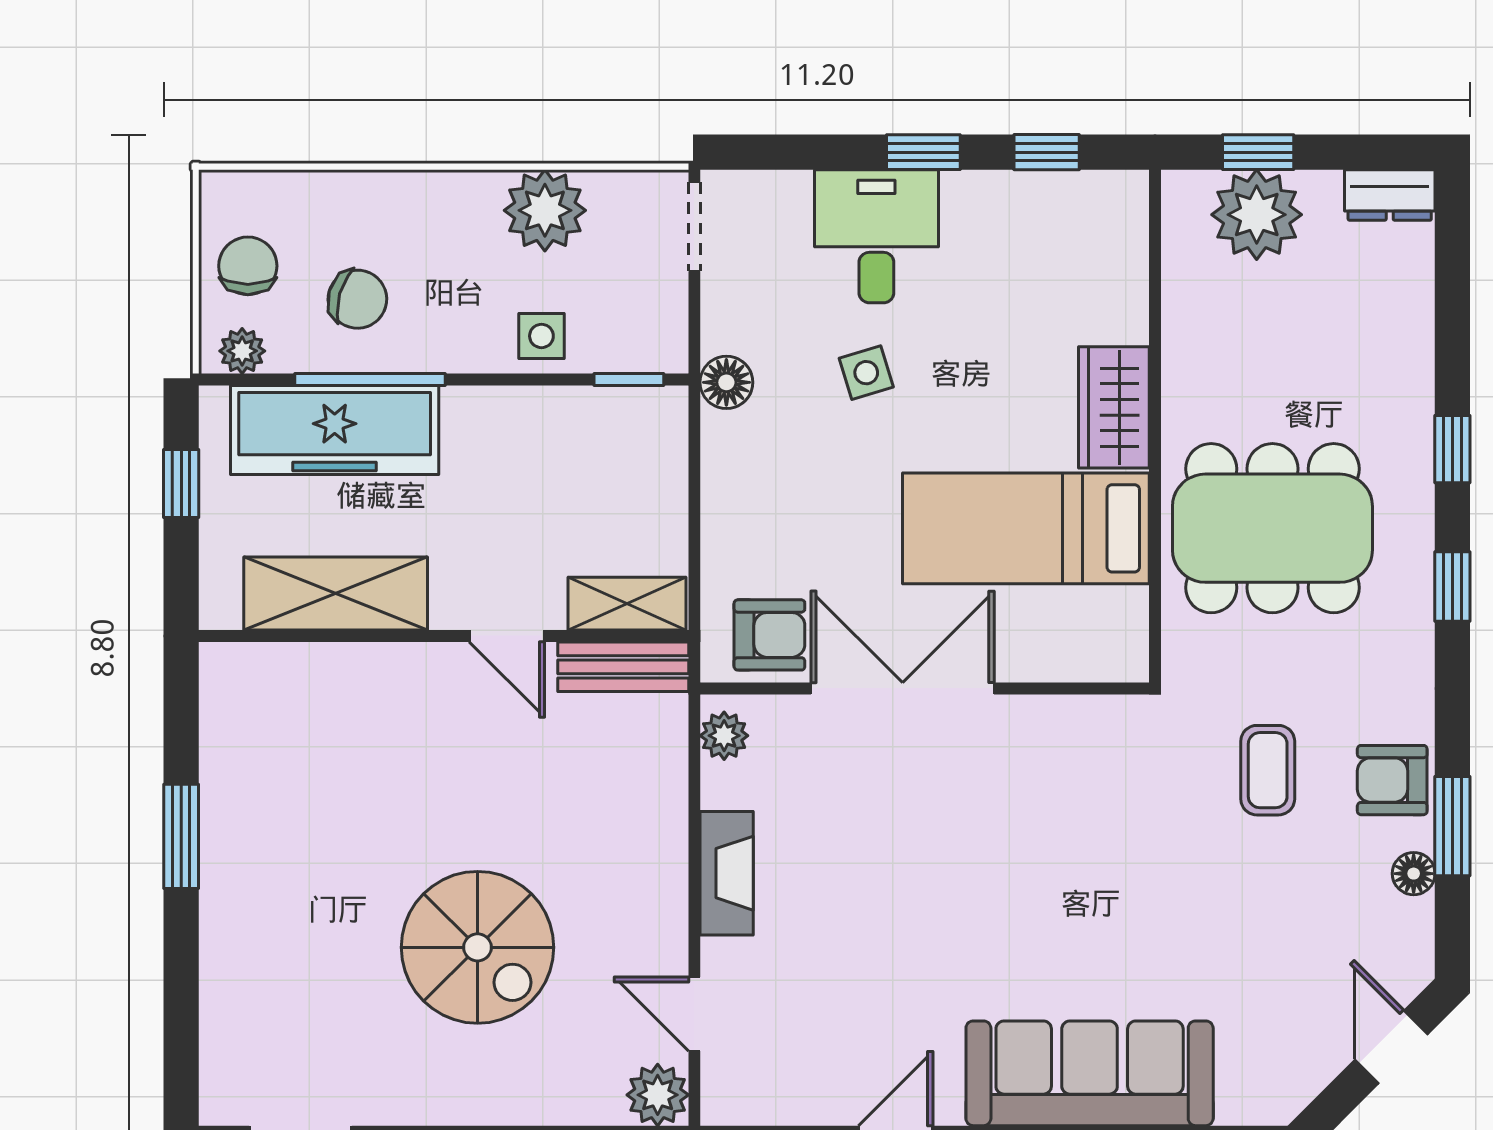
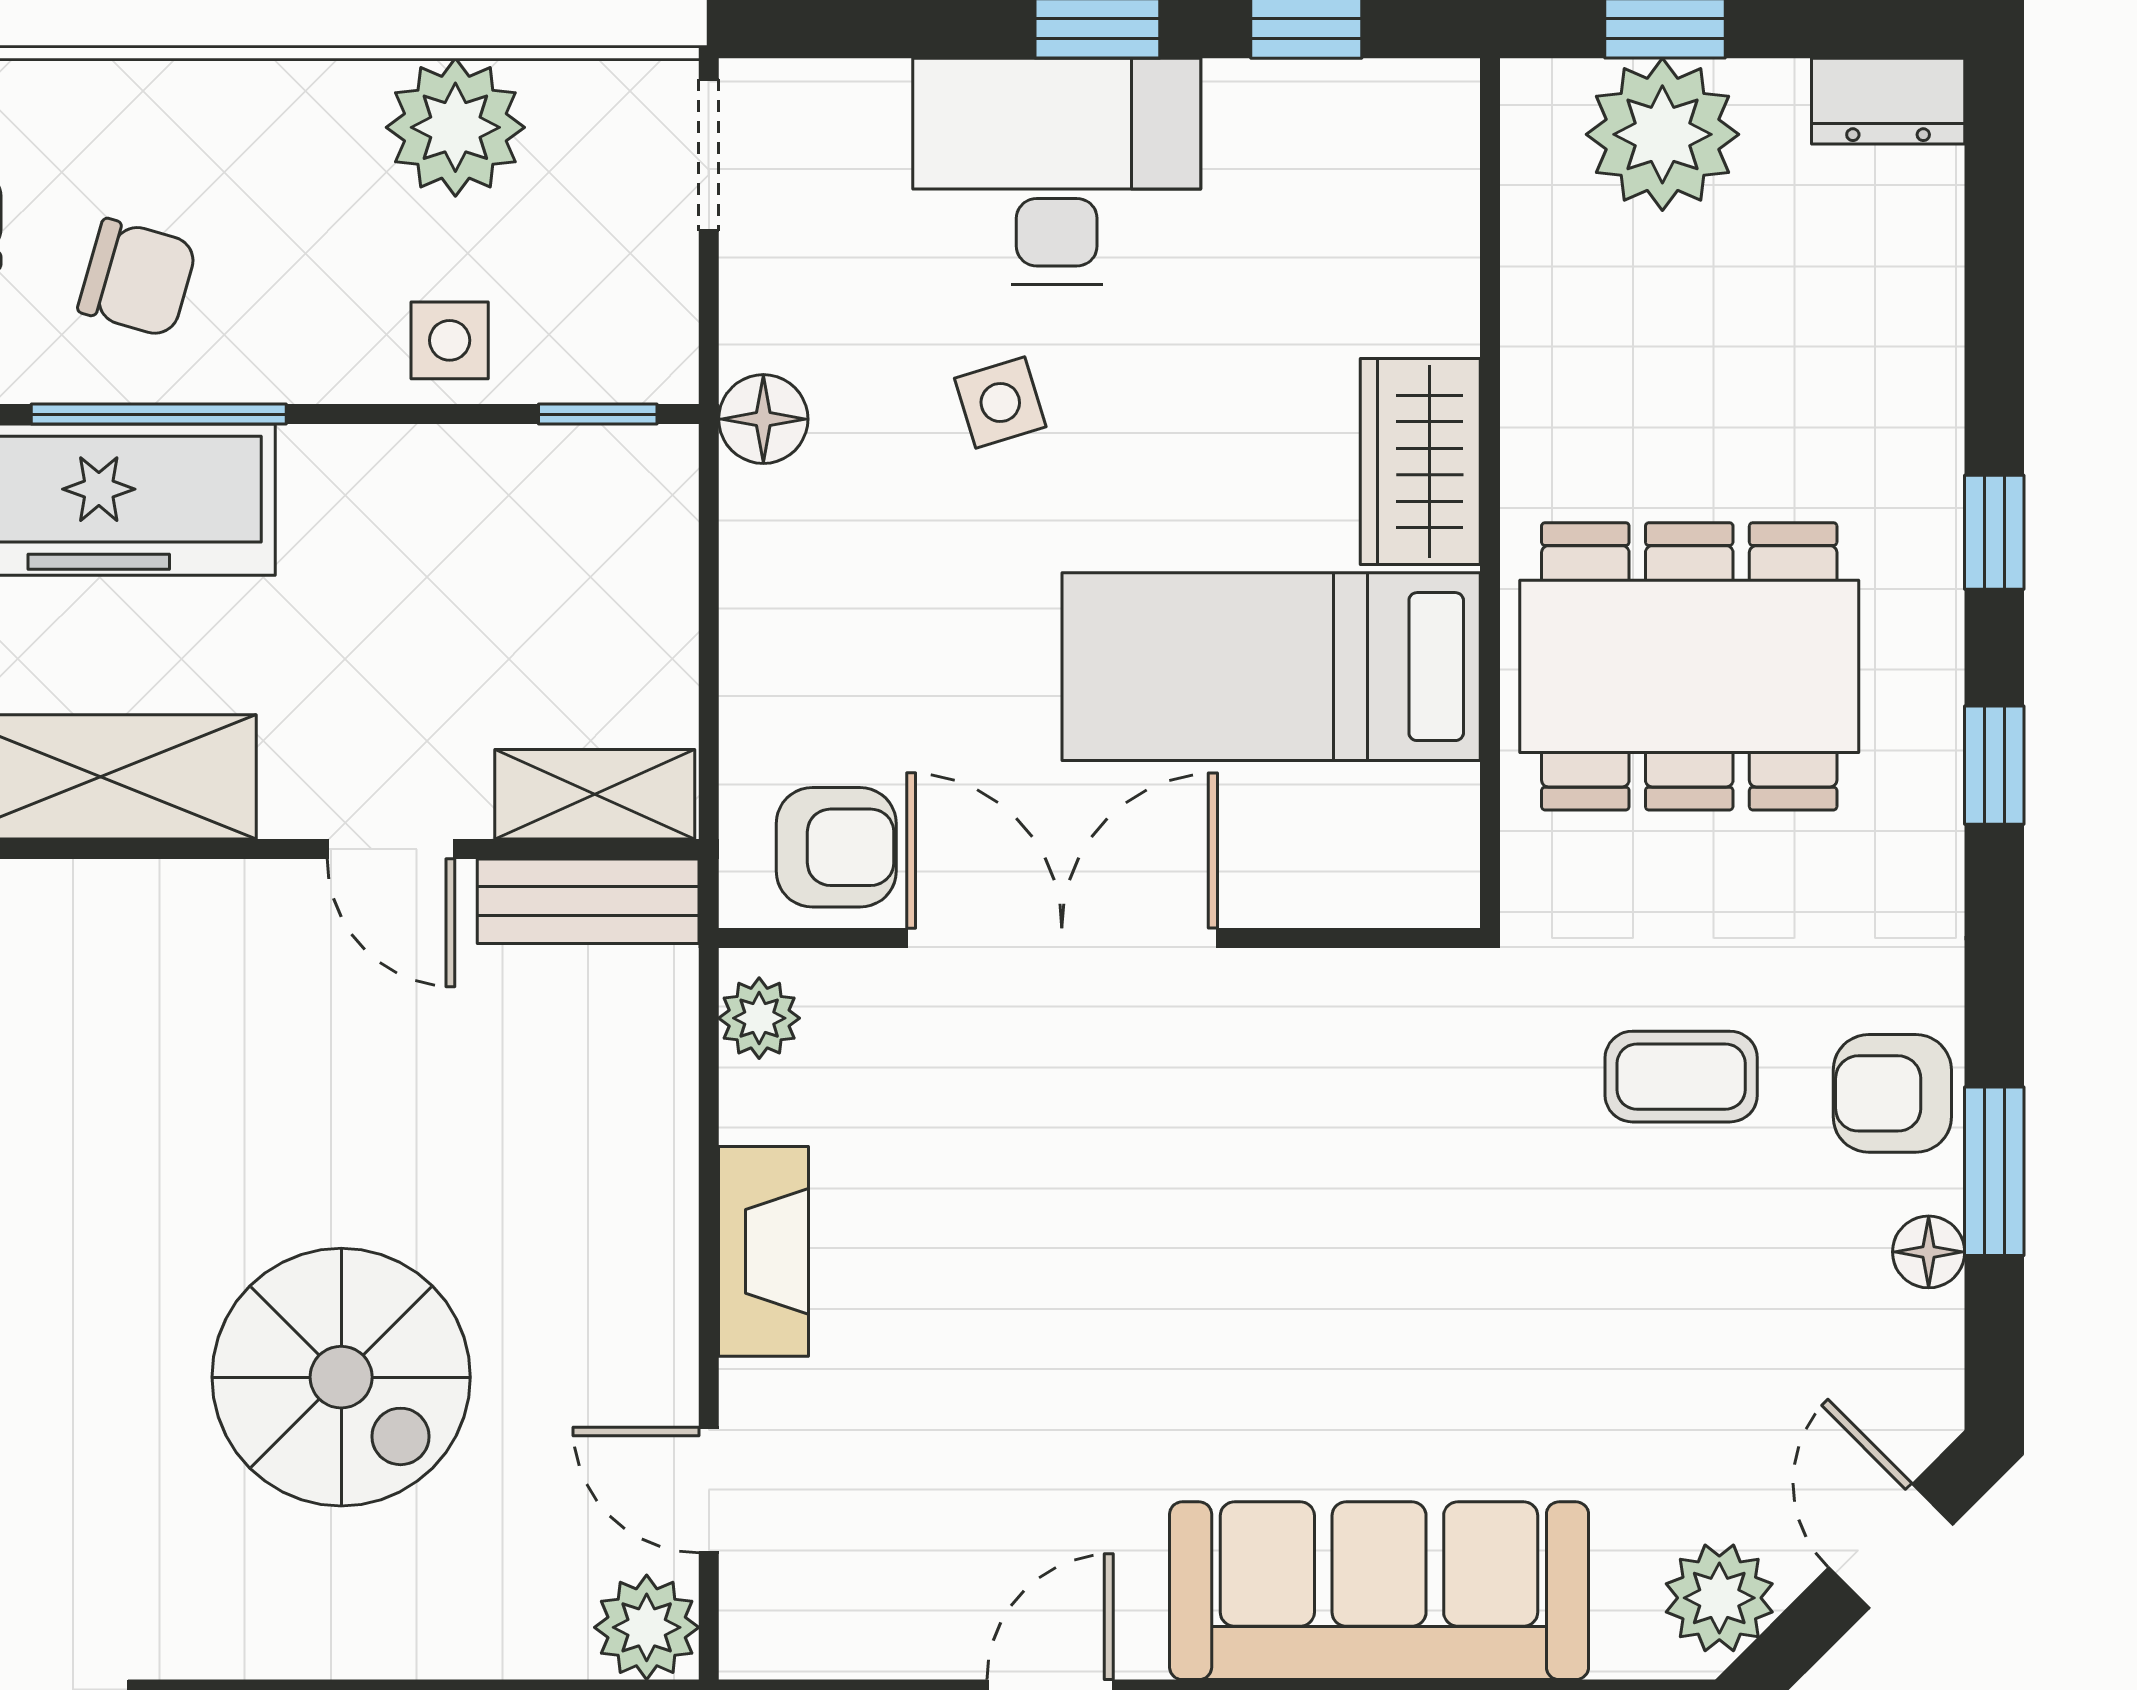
desk: (876, 236) -> (1057, 171), width x1.37
coffee table: (1268, 770) -> (1681, 1077), turned 90
plant: (1290, 1078) -> (1719, 1598), added

